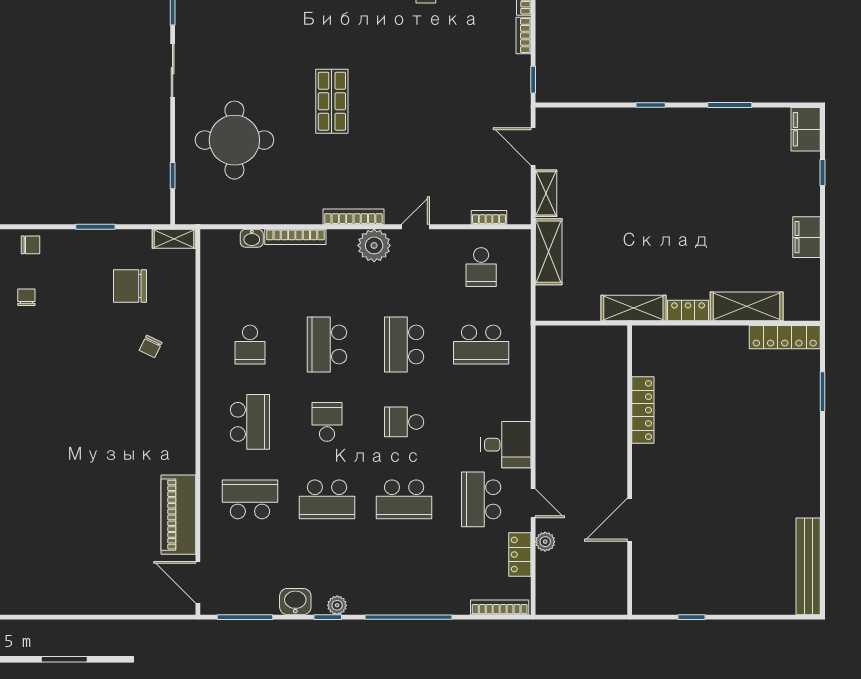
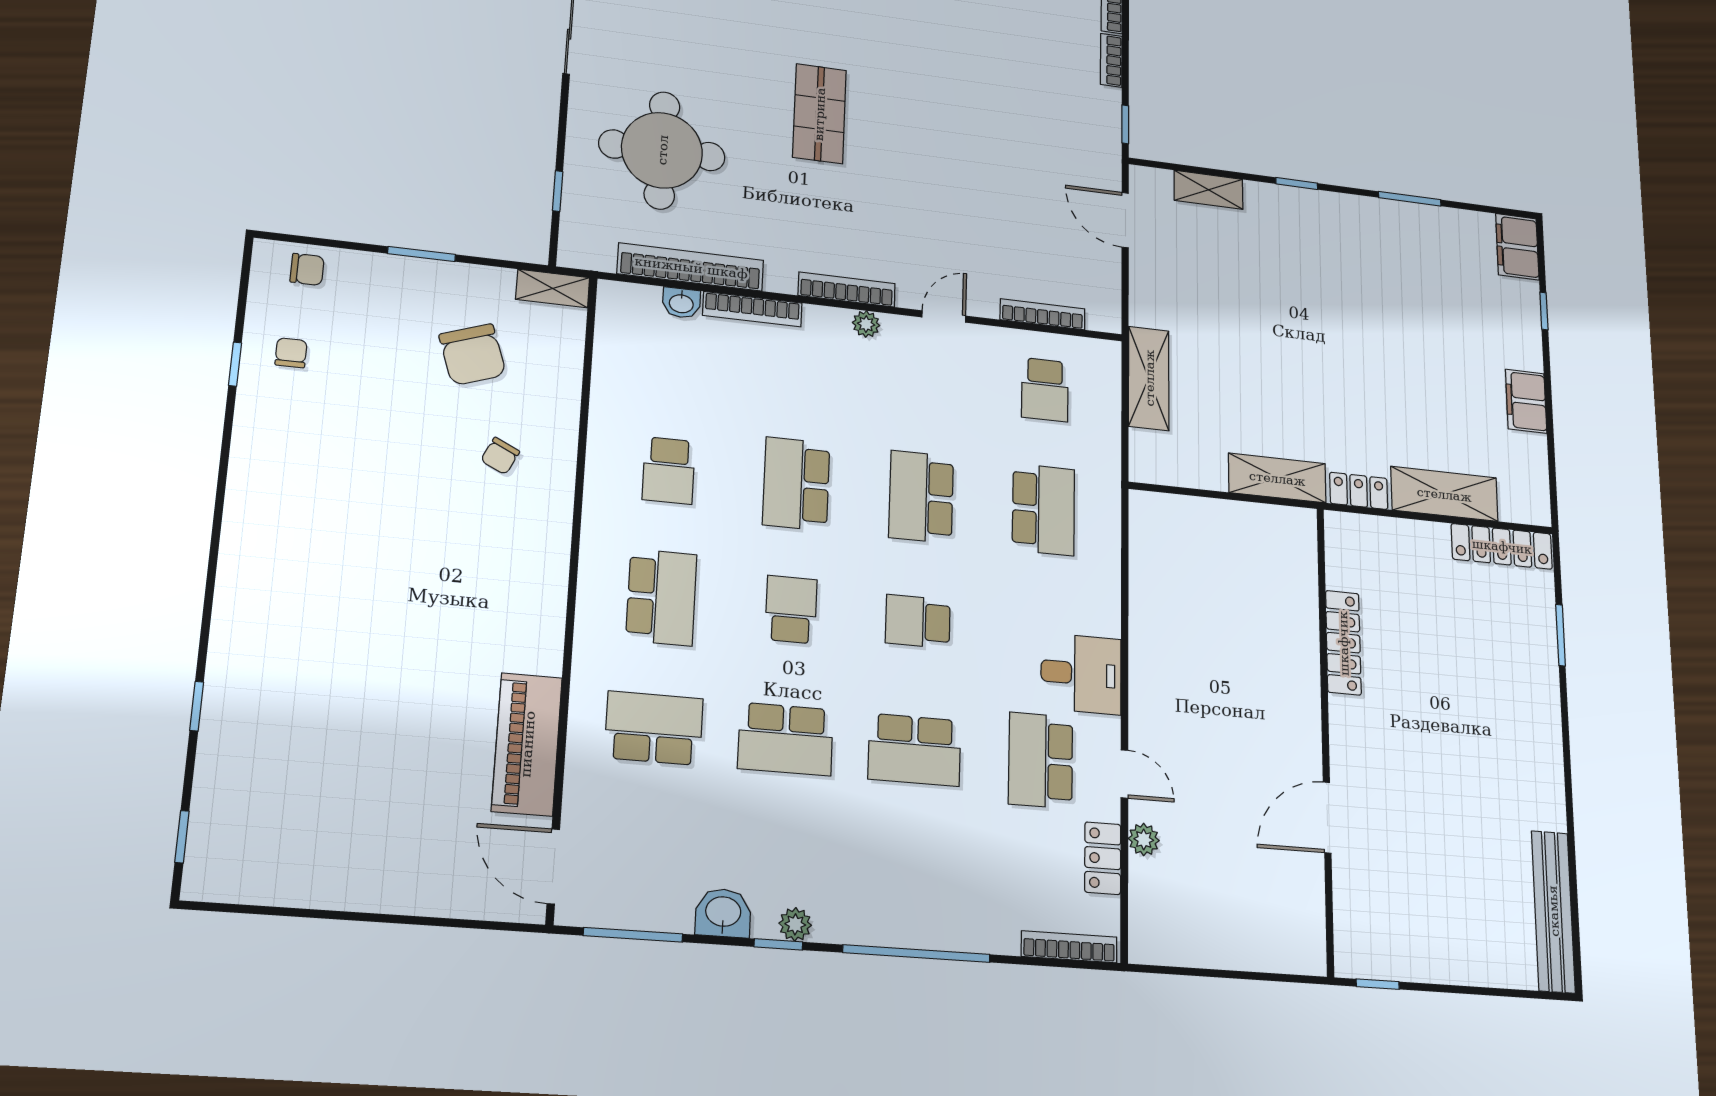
shelving: (546, 193) -> (1209, 190), moved, turned 90
bookcase: (256, 214) -> (691, 267), added
bookcase: (489, 217) -> (1043, 314), width x1.56
plant: (374, 245) -> (866, 324), width x0.53, depth x0.53
chair: (130, 286) -> (473, 355), turned -109
school desk: (481, 345) -> (1043, 510), turned -90
locker: (643, 410) -> (1343, 643), moved
wall: (630, 470) -> (1325, 737), moved
door: (630, 520) -> (1327, 818), moved

